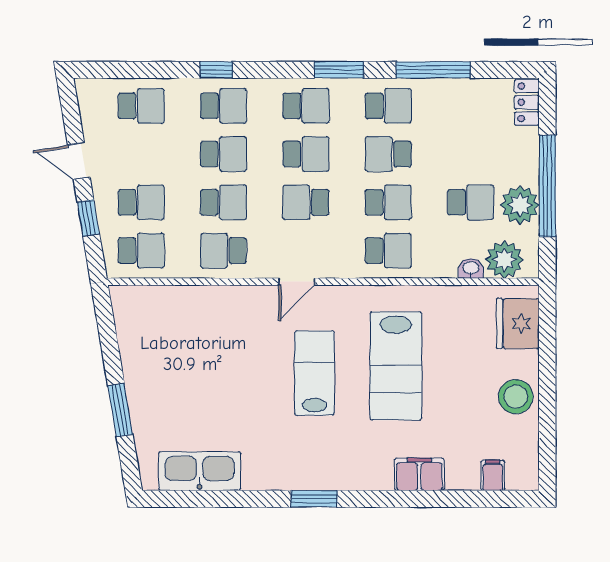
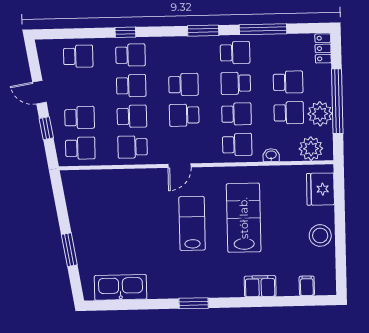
school desk: (306, 106) -> (288, 82), moved
washbasin: (471, 268) -> (271, 155), moved
lab bench: (396, 366) -> (244, 218), turned 180

